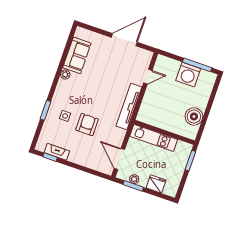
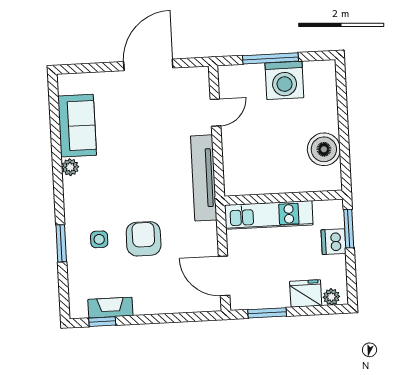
window: (197, 65) -> (271, 58), moved
dishwasher: (180, 164) -> (333, 242), added
plant: (134, 179) -> (331, 297), moved

